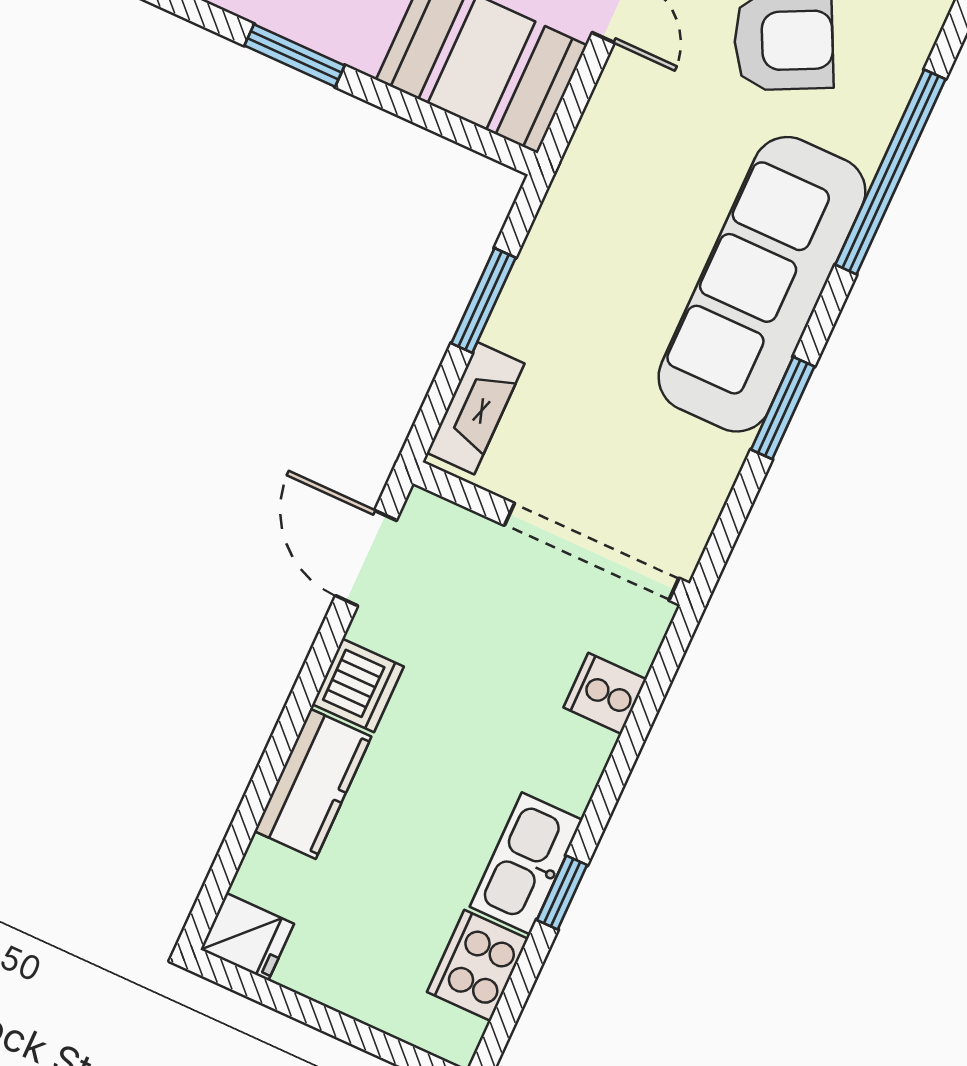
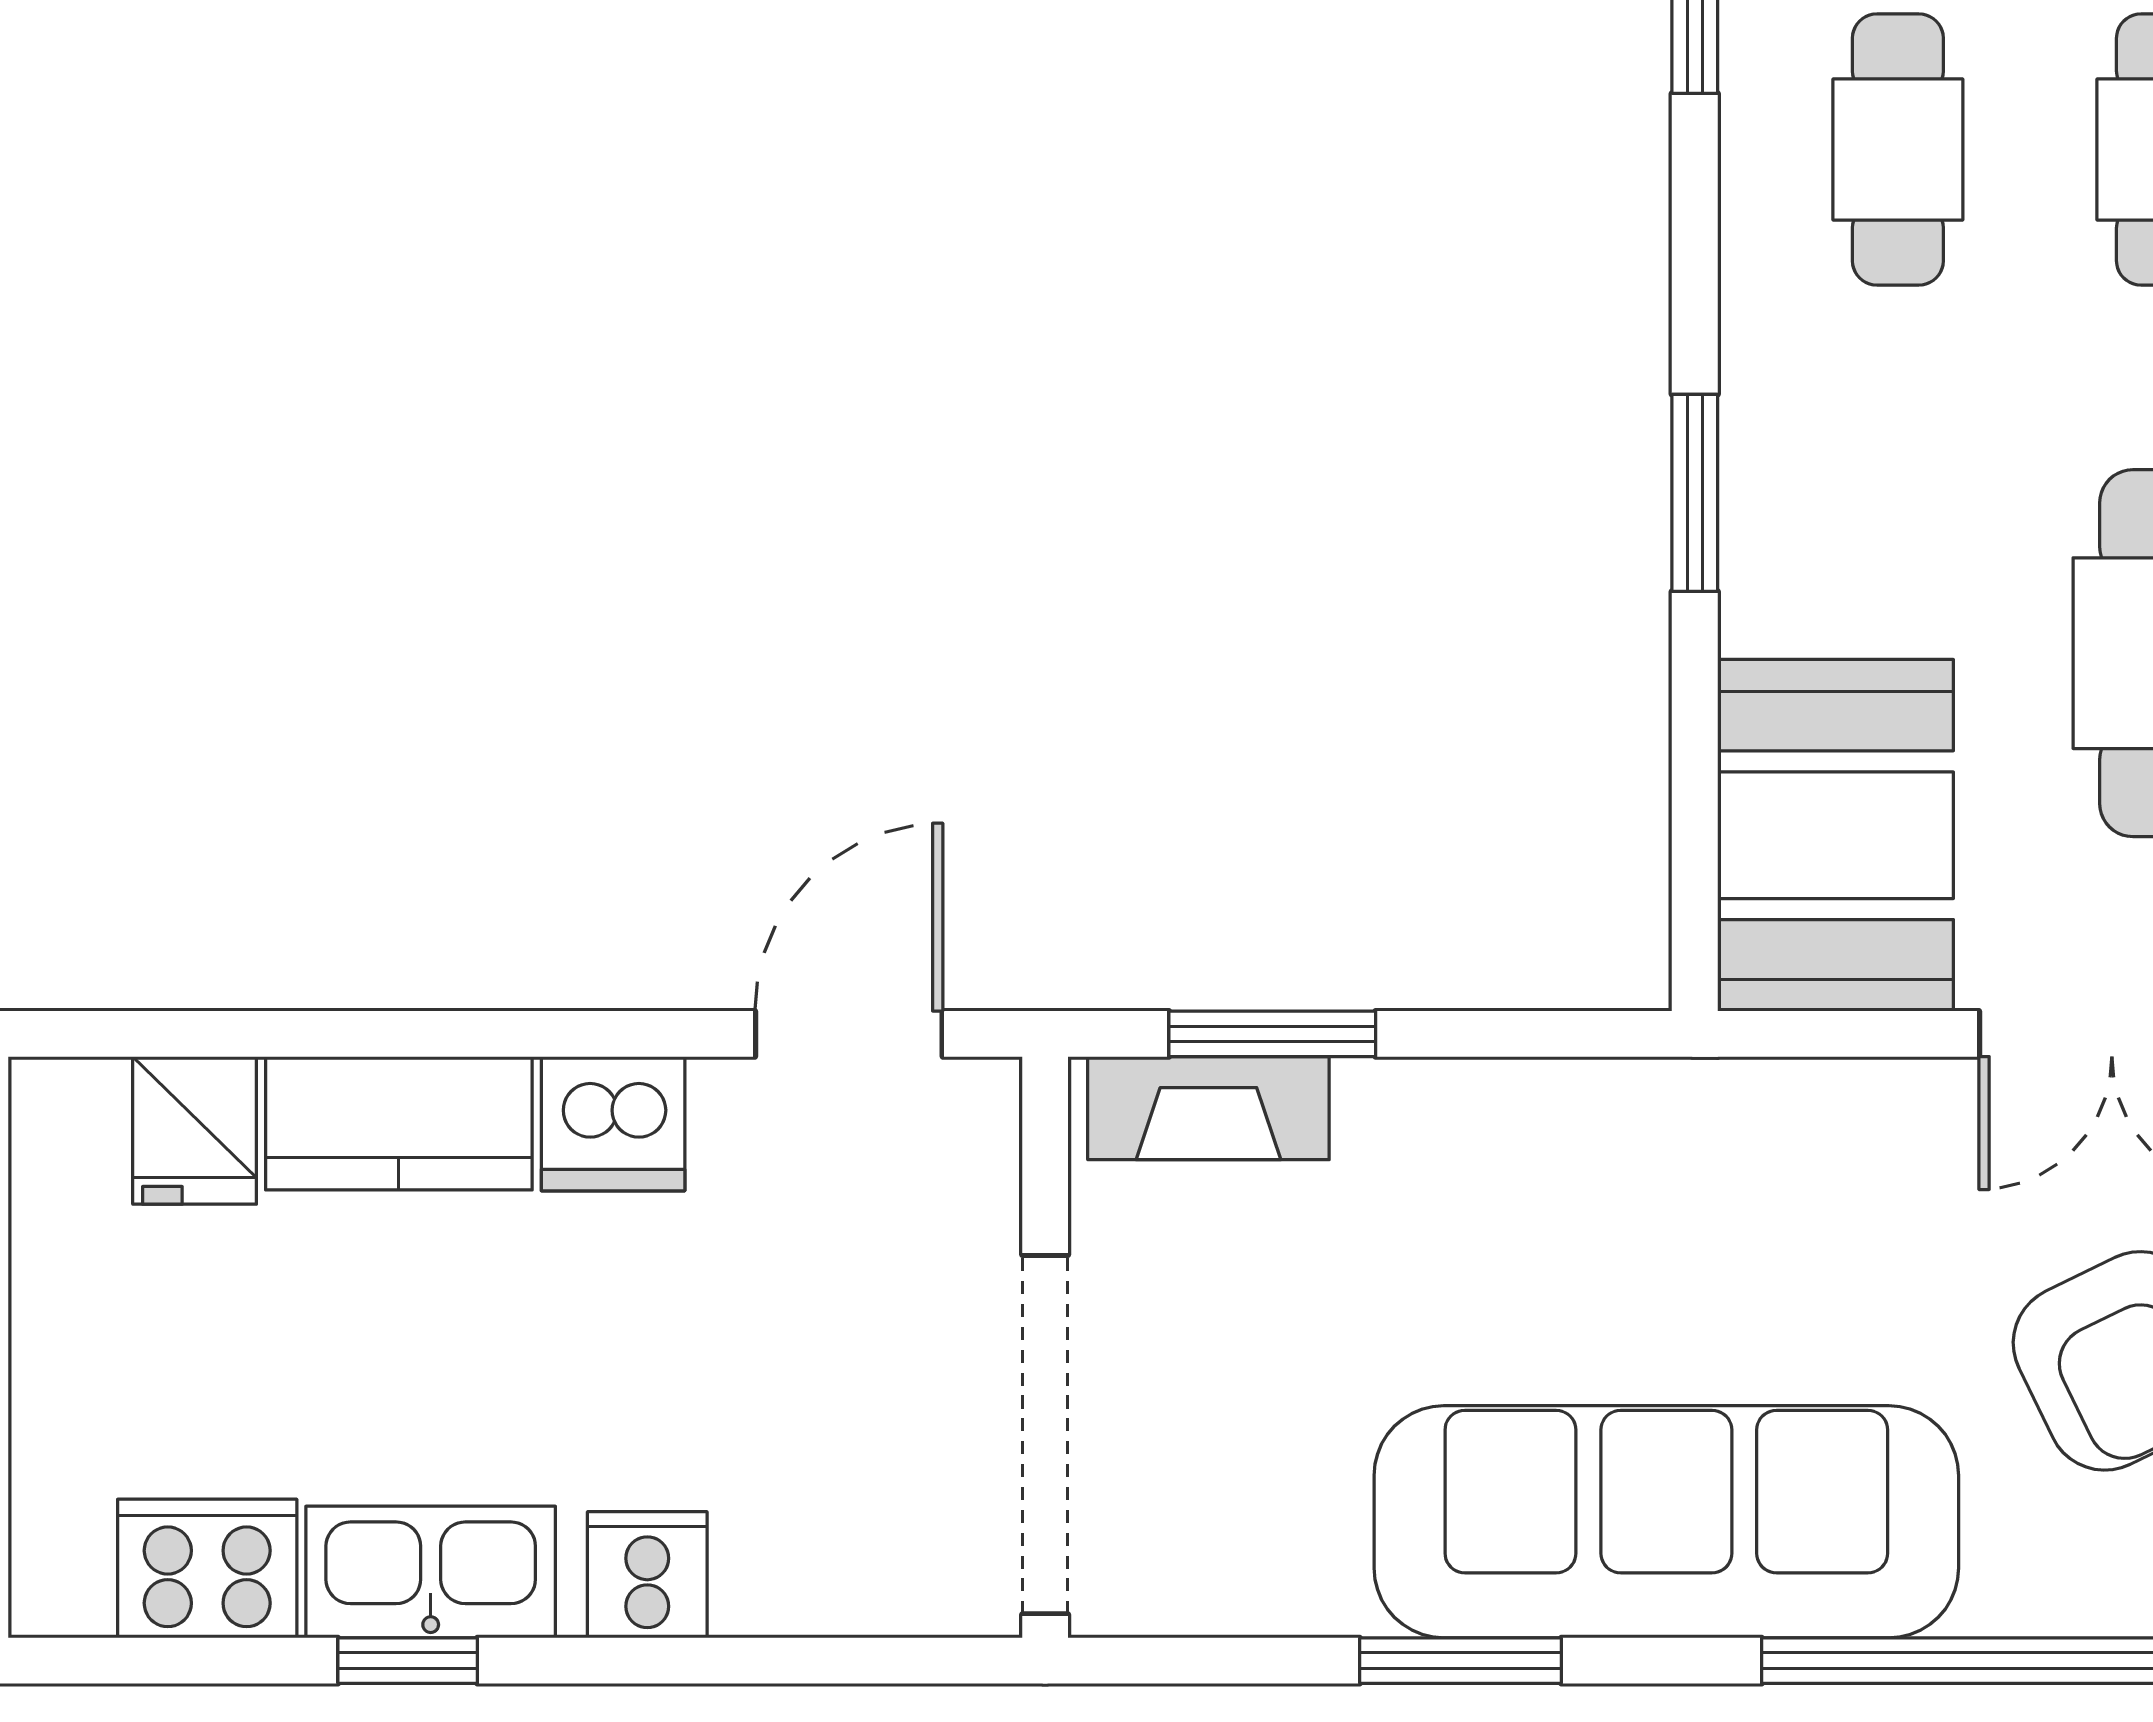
window: (483, 301) -> (1272, 1034), moved
cooker: (605, 693) -> (647, 1575), moved
fridge: (247, 937) -> (195, 1130), moved

